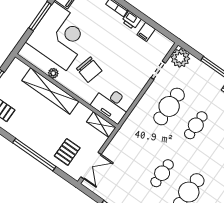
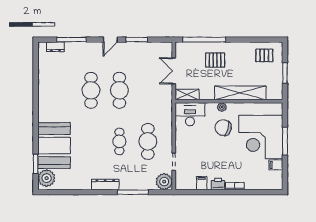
plant: (53, 73) -> (222, 107), moved
pallet: (67, 152) -> (215, 60), moved, turned 90
window: (34, 155) -> (204, 40), moved
double door: (91, 166) -> (174, 71), moved
cafe table: (162, 173) -> (119, 90), width x1.37, depth x1.35

